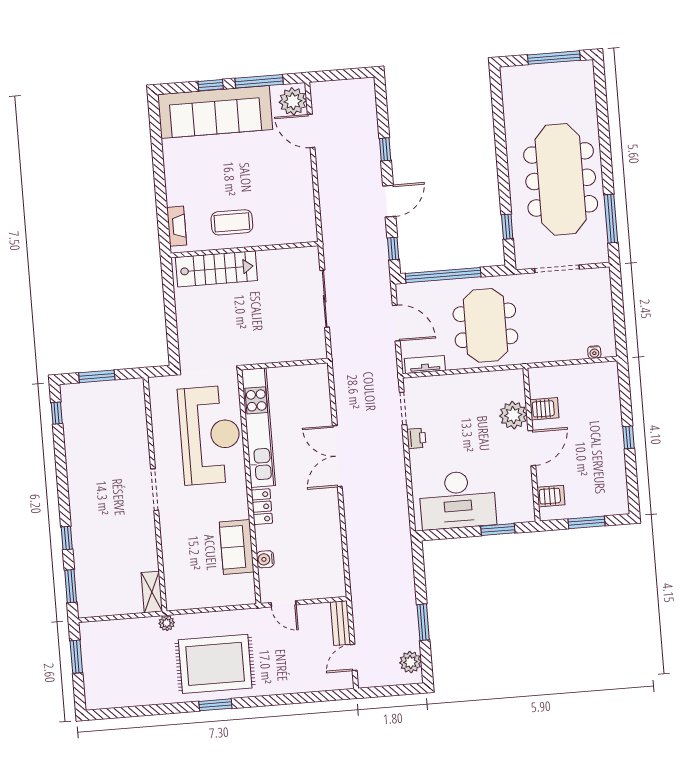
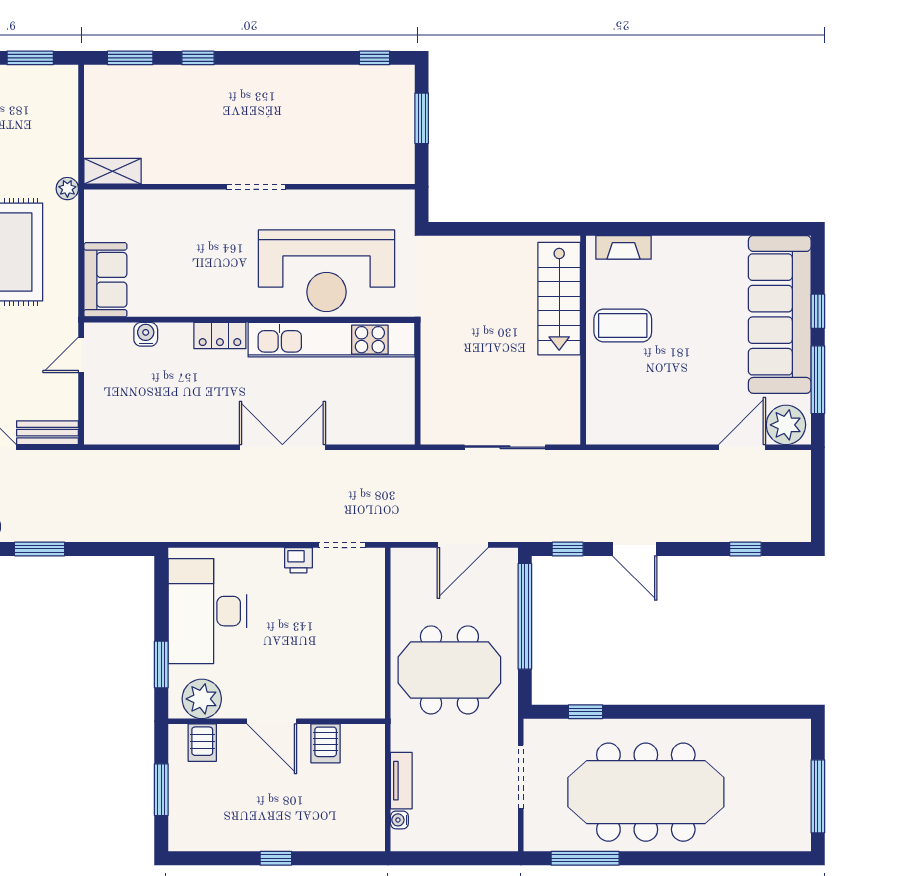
window: (385, 149) -> (745, 549), moved
coffee table: (232, 222) -> (623, 326), turned 90
tv unit: (425, 364) -> (401, 781), moved
plant: (513, 415) -> (202, 699), moved
sofa: (237, 547) -> (105, 280), moved, turned 90

